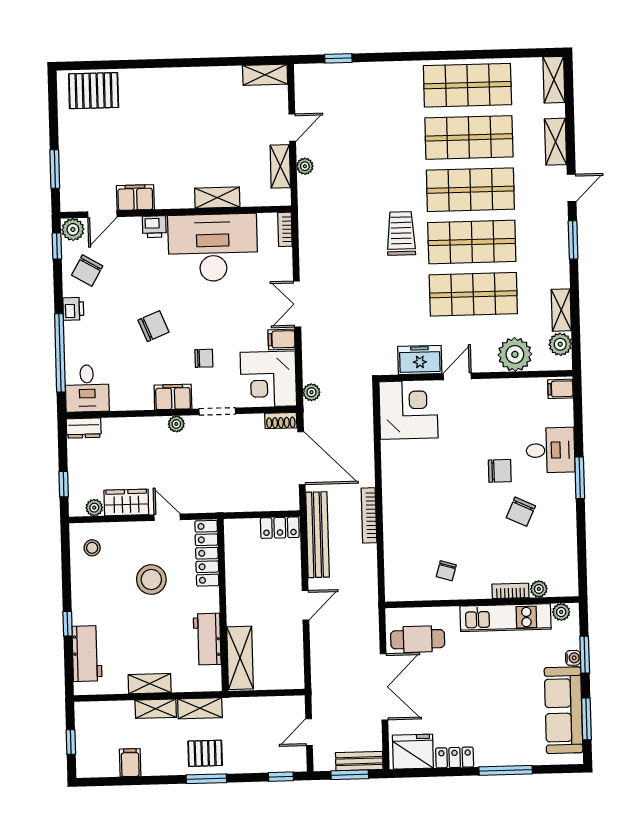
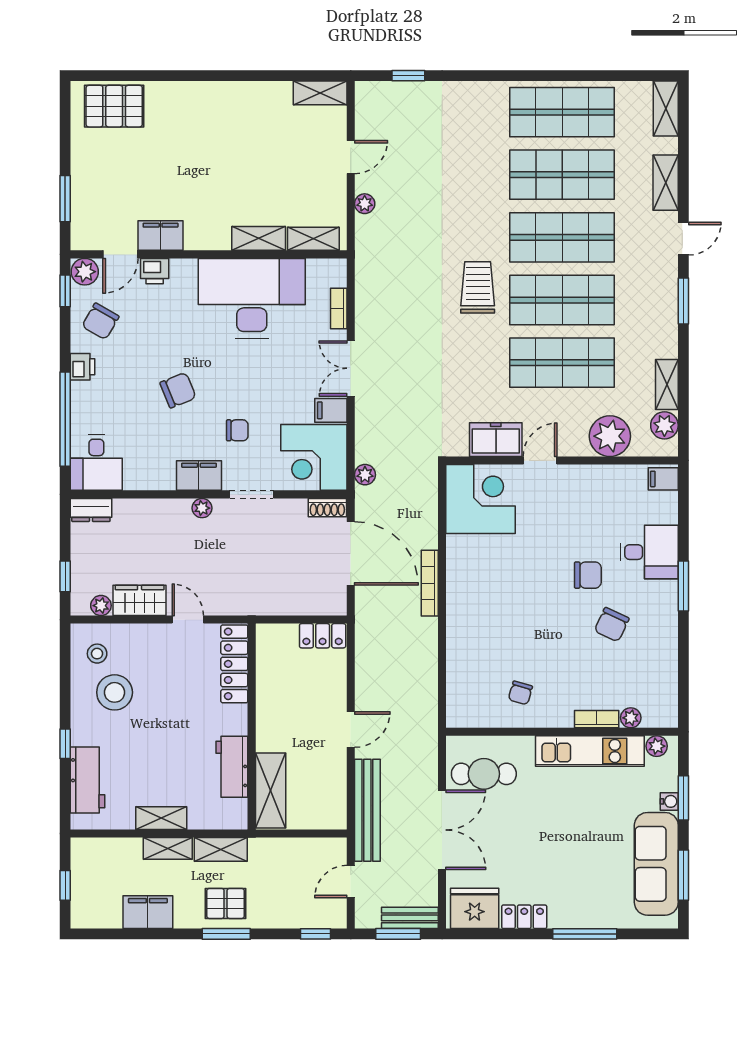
shelving: (280, 166) -> (313, 239), moved, turned 90
printer: (154, 227) -> (155, 271), moved
bookcase: (285, 229) -> (339, 308), moved
bookcase: (369, 515) -> (430, 583), moved
bench: (317, 535) -> (367, 810), moved
stool: (151, 580) -> (115, 692), moved
filing cabinet: (130, 763) -> (148, 912), width x2.00

